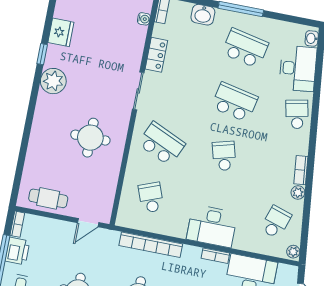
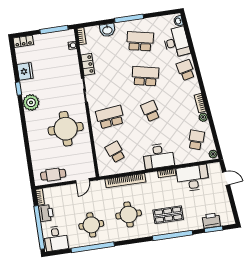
round table: (90, 138) -> (66, 129), width x1.36, depth x1.36
school desk: (162, 144) -> (110, 117), turned -30

